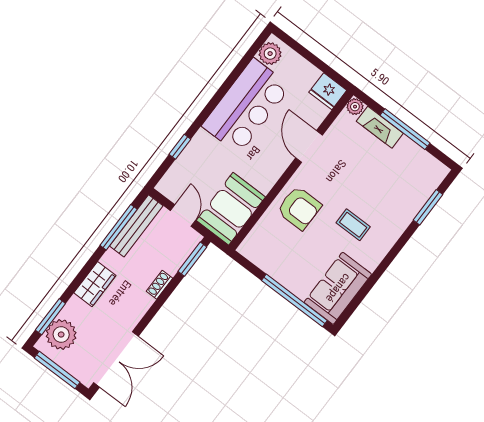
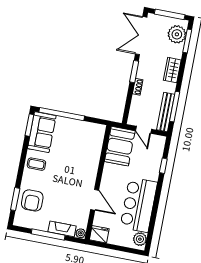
armchair: (299, 208) -> (32, 200), moved, turned -90
coffee table: (353, 225) -> (36, 164), moved
window: (192, 259) -> (134, 72), moved
window: (351, 308) -> (29, 125), added

